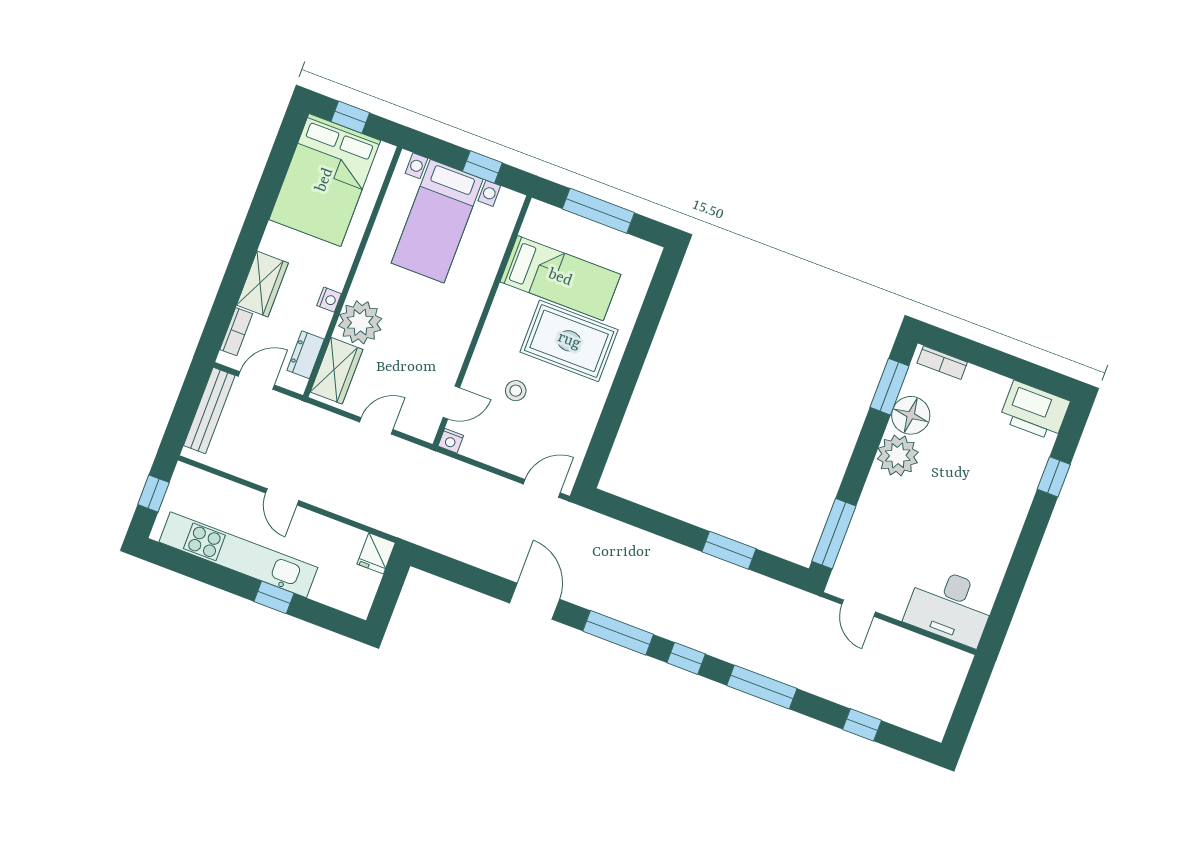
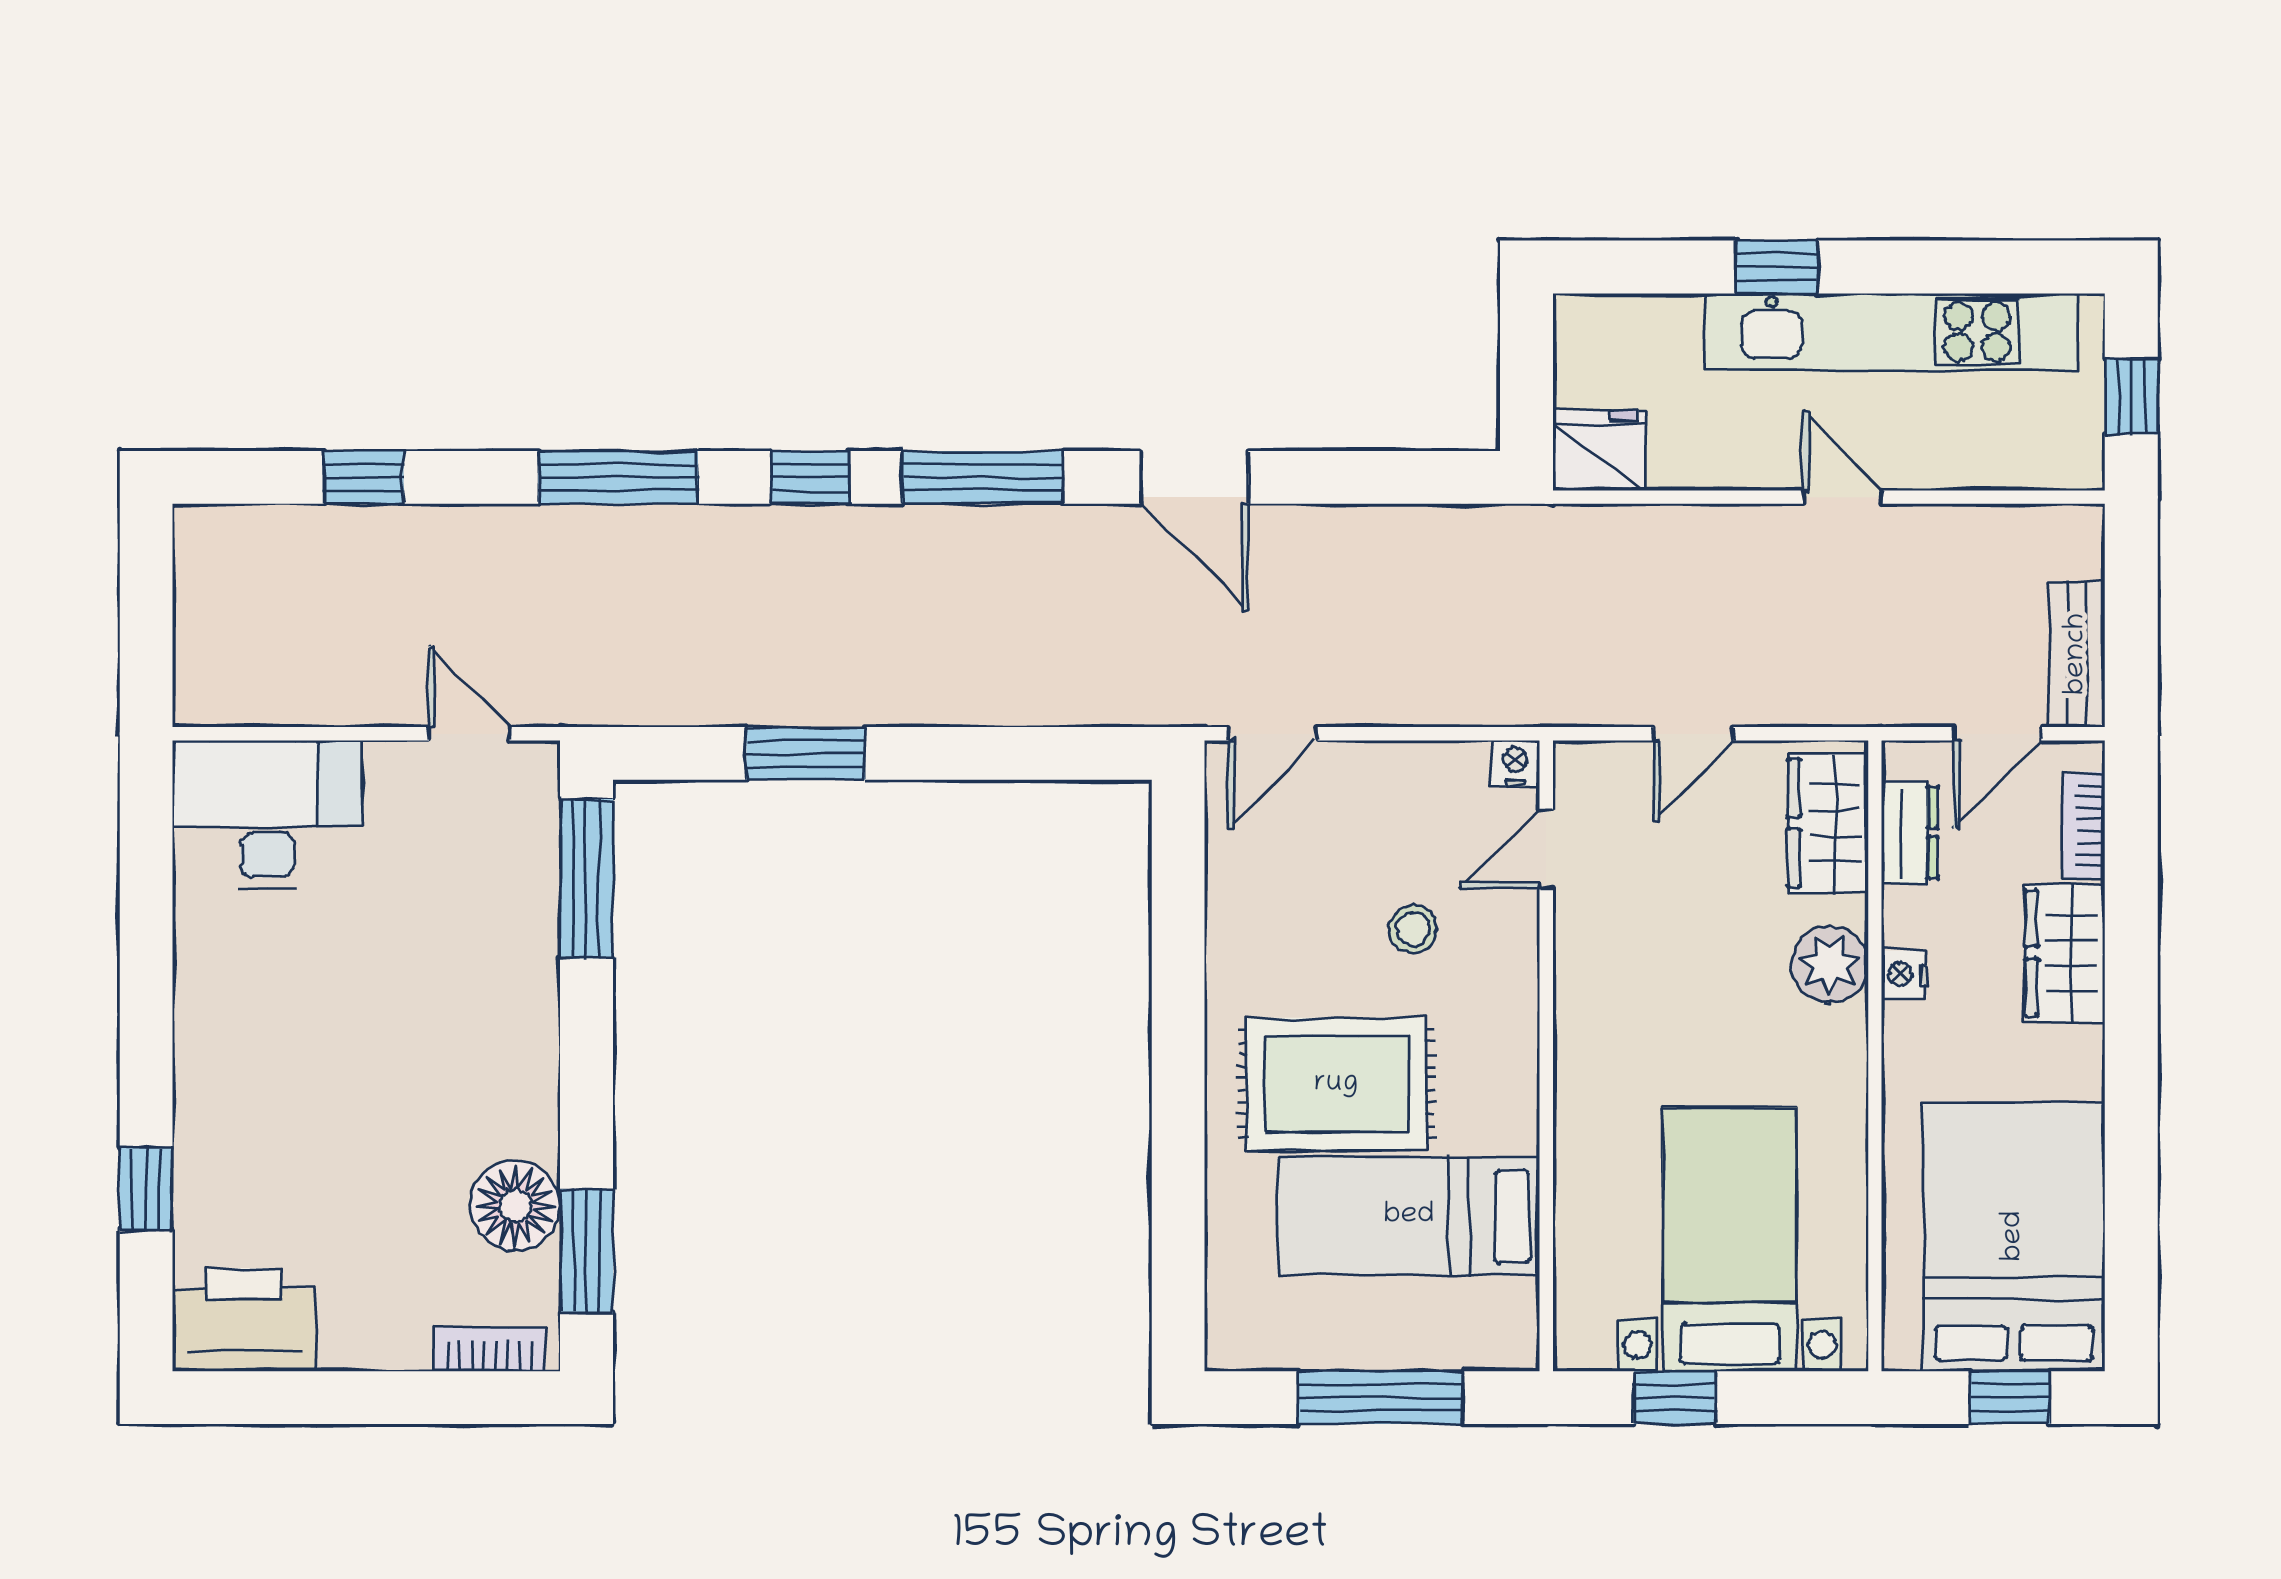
plant: (360, 322) -> (1830, 964), width x0.73, depth x0.73
bench: (209, 411) -> (2077, 654), width x0.73
plant: (898, 456) -> (510, 1105), removed
fridge: (376, 553) -> (1599, 450), width x1.38

